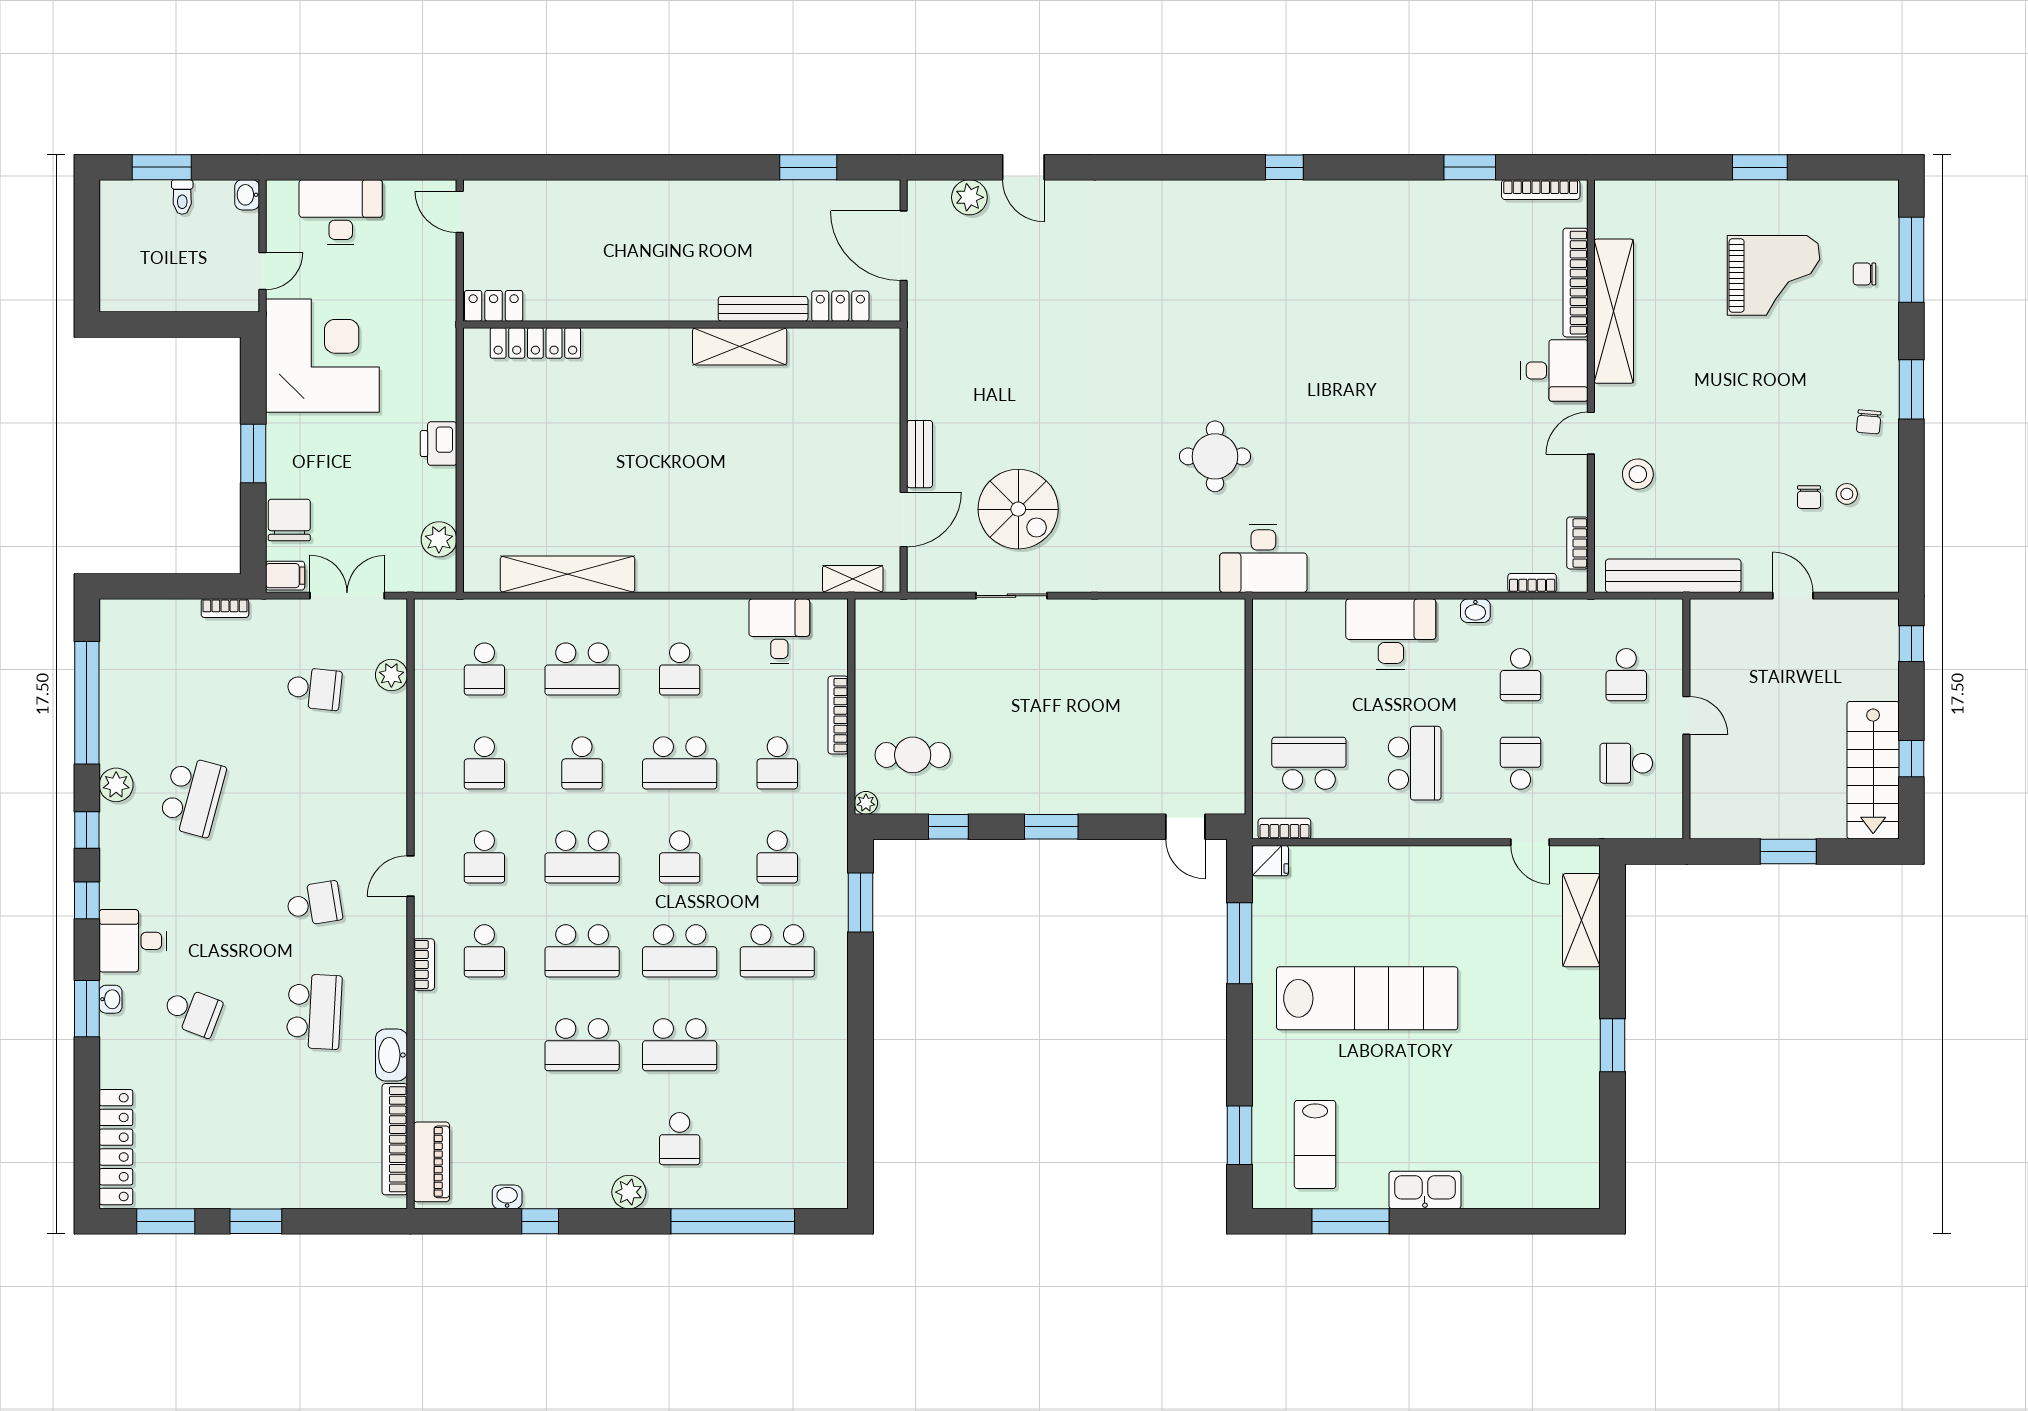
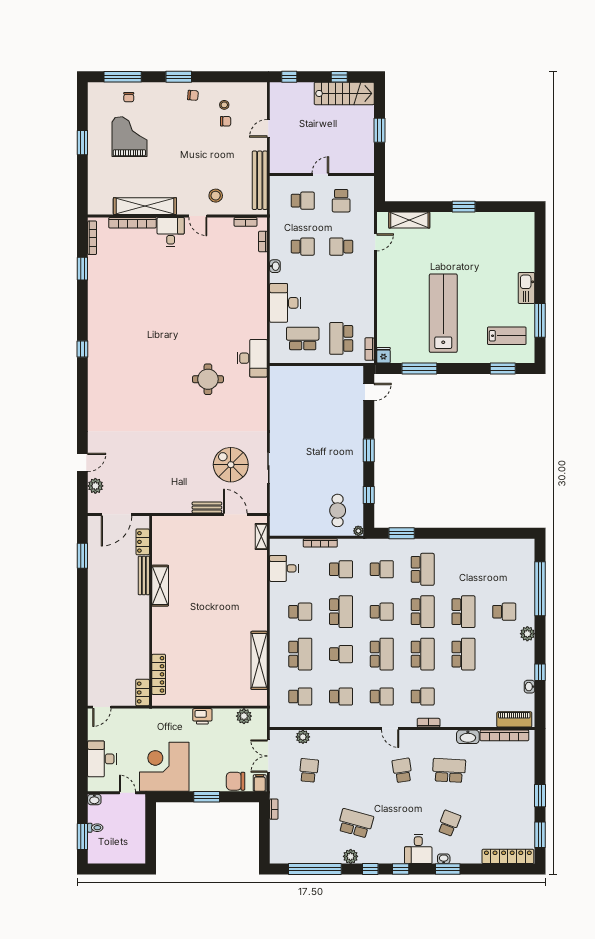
spiral stairs: (1018, 509) -> (231, 465), turned -90
school desk: (1415, 763) -> (303, 338), moved

